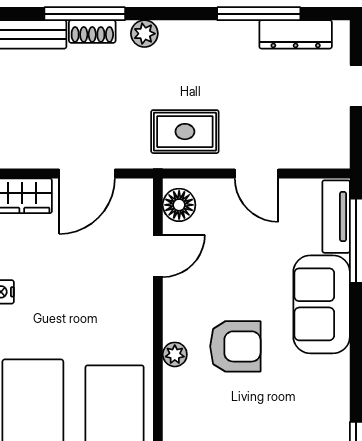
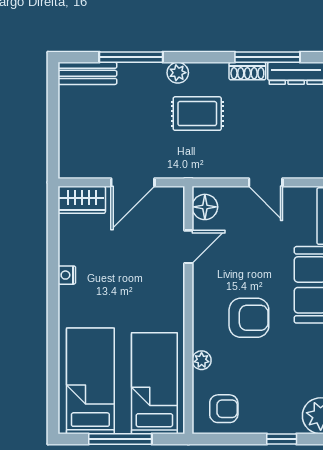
shoe rack: (92, 31) -> (247, 71), moved
rug: (185, 132) -> (197, 114), moved
plant: (175, 354) -> (202, 360), moved

